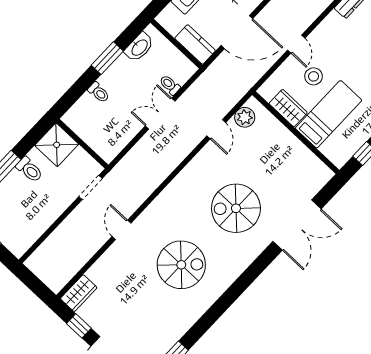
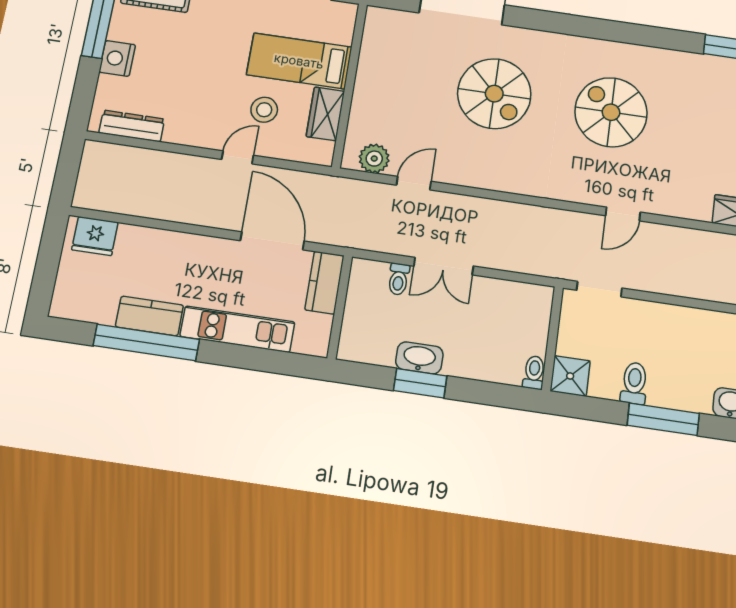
washbasin: (139, 47) -> (419, 358), moved
toilet: (99, 92) -> (534, 372), moved
shower: (57, 145) -> (570, 376), width x0.73, depth x0.73

